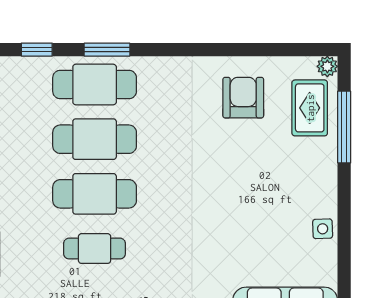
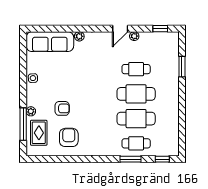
plant: (327, 66) -> (31, 111), moved
cafe table: (95, 84) -> (136, 143), width x0.73, depth x0.74
armchair: (243, 98) -> (69, 137), turned 180
armchair: (258, 162) -> (62, 108), added

